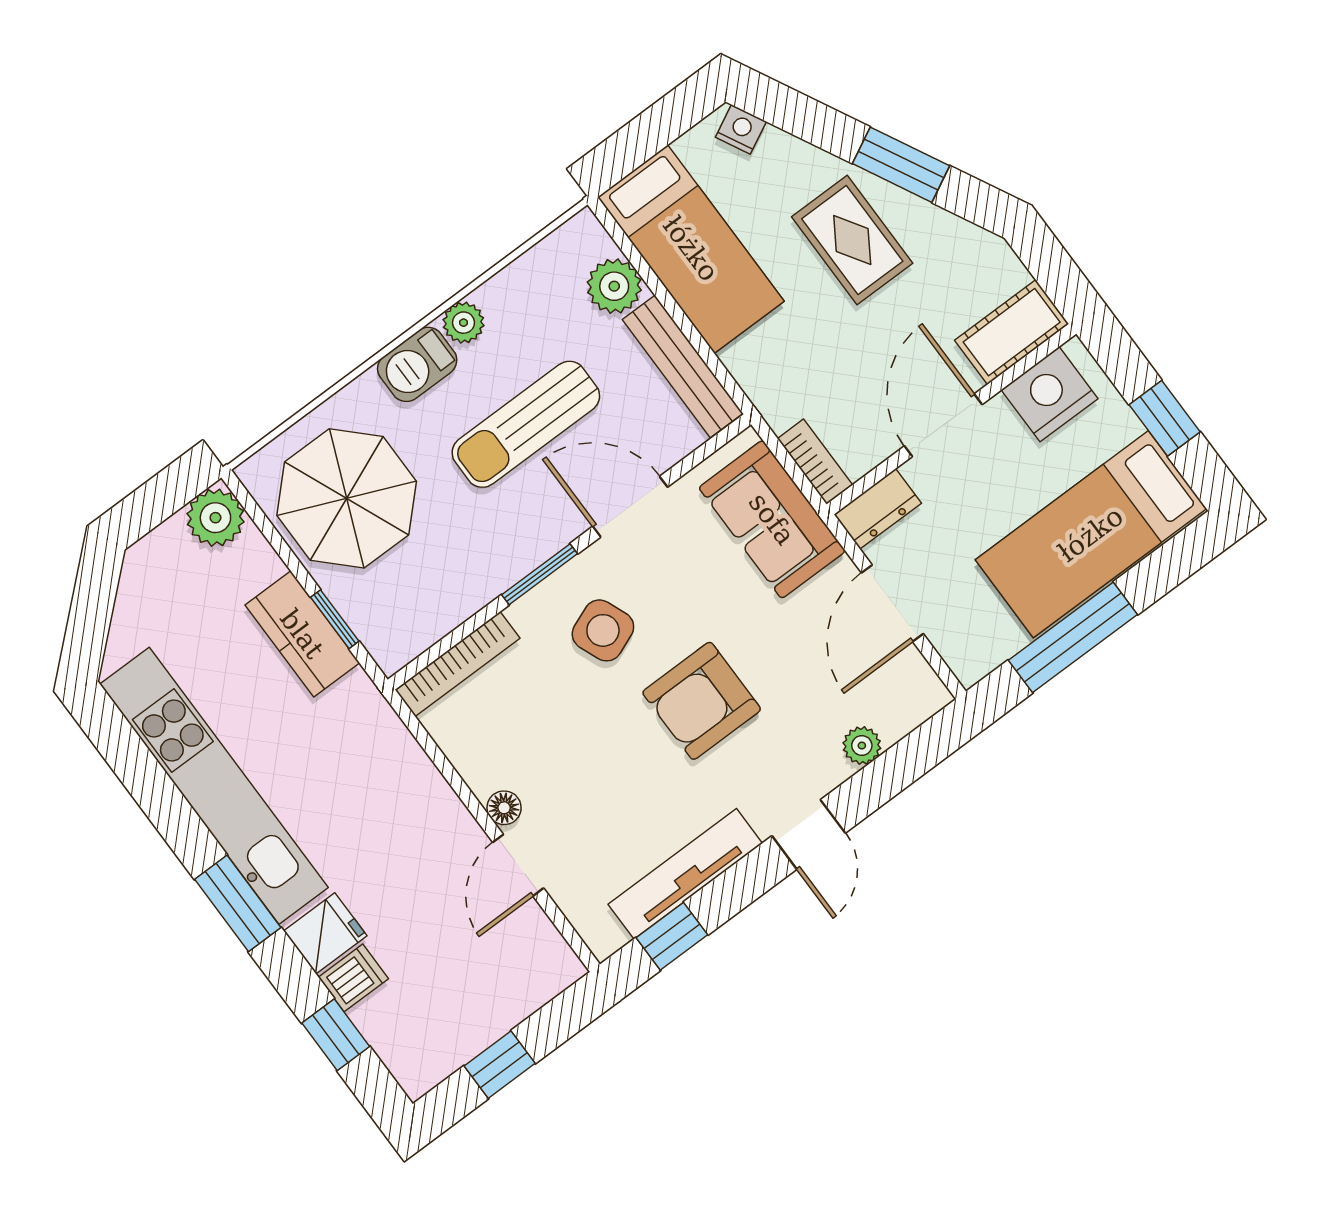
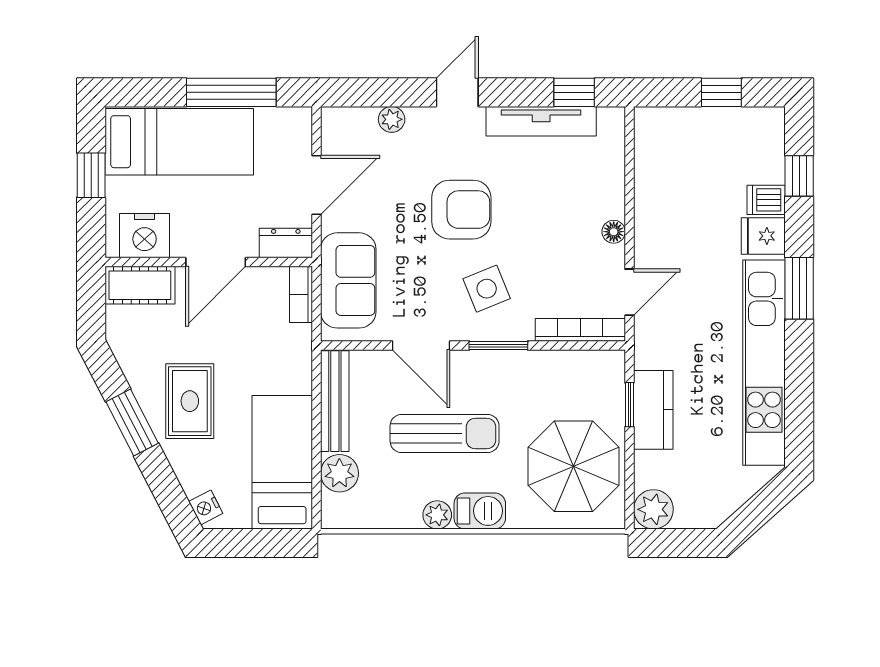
door: (518, 865) -> (629, 292), moved

